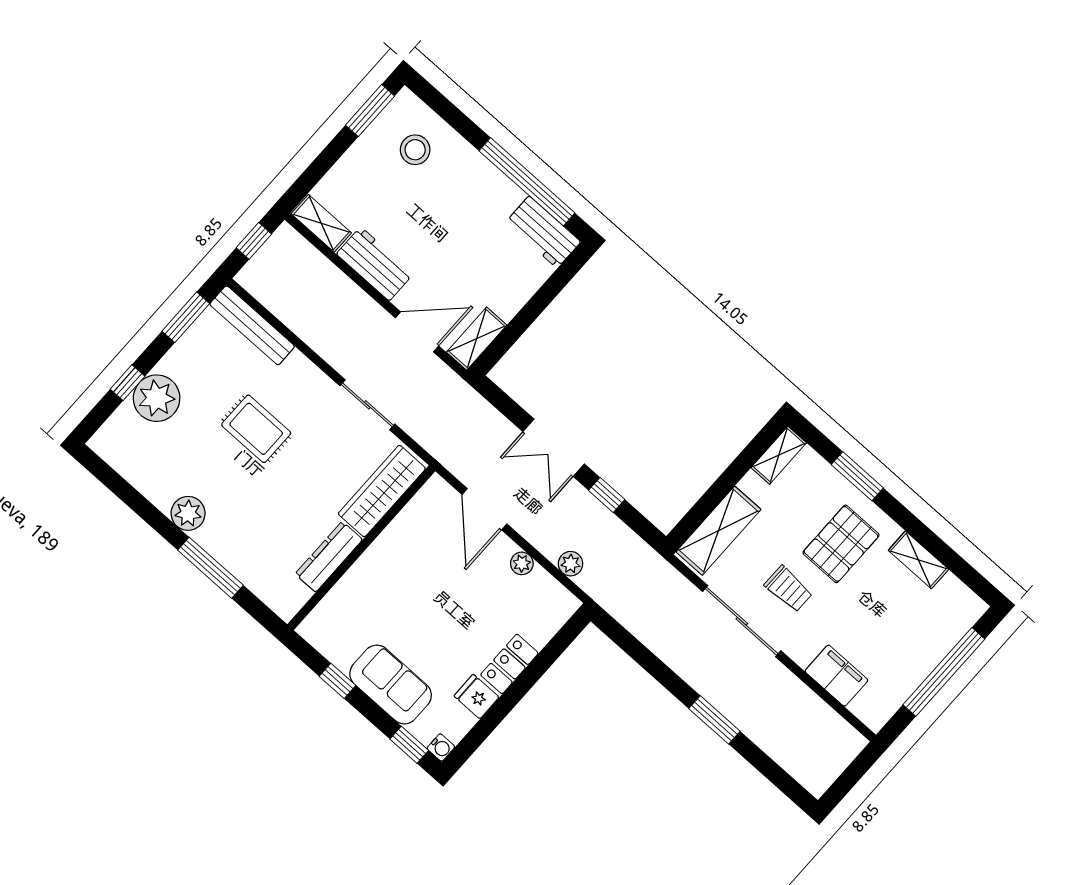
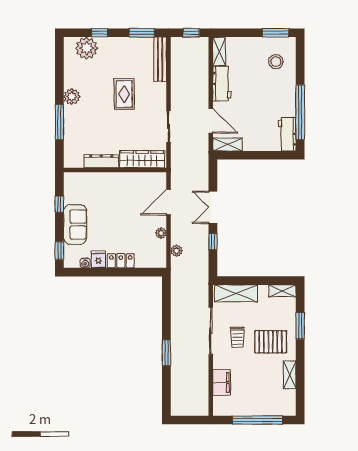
plant: (157, 398) -> (87, 48), moved
water cooler: (441, 747) -> (85, 263), moved

